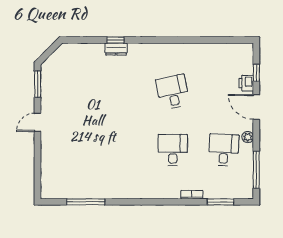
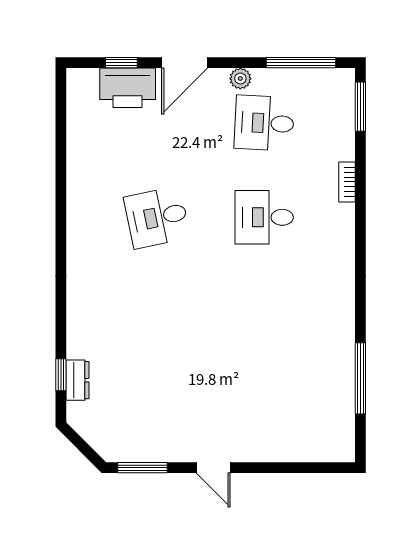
window: (115, 40) -> (61, 375), moved
dresser: (116, 49) -> (78, 380), moved
printer: (246, 83) -> (128, 88), width x1.87, depth x1.48
window: (221, 202) -> (360, 107), moved

